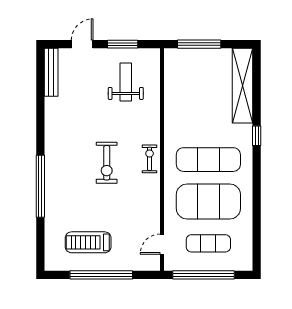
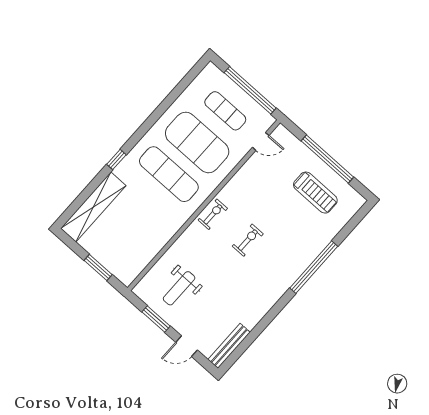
window: (199, 44) -> (98, 267), width x0.69
exercise bike: (150, 159) -> (213, 214), turned 180
exercise bike: (107, 163) -> (248, 240), width x0.73, depth x0.72

